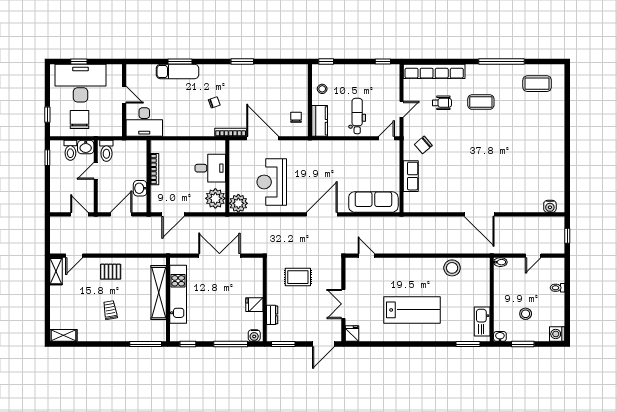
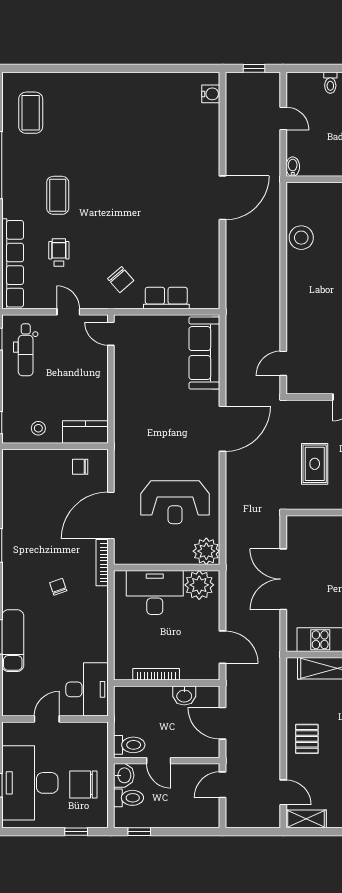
dental chair: (357, 116) -> (26, 350), moved, turned -90
desk: (210, 168) -> (155, 593), width x1.37
door: (322, 214) -> (223, 429), swing flipped

